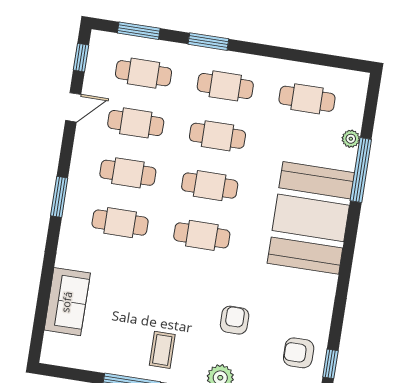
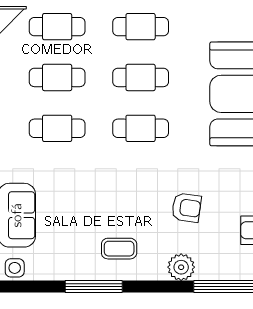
armchair: (235, 320) -> (186, 208), turned 98
coffee table: (162, 350) -> (119, 249), turned 90
side table: (57, 353) -> (15, 268), added

